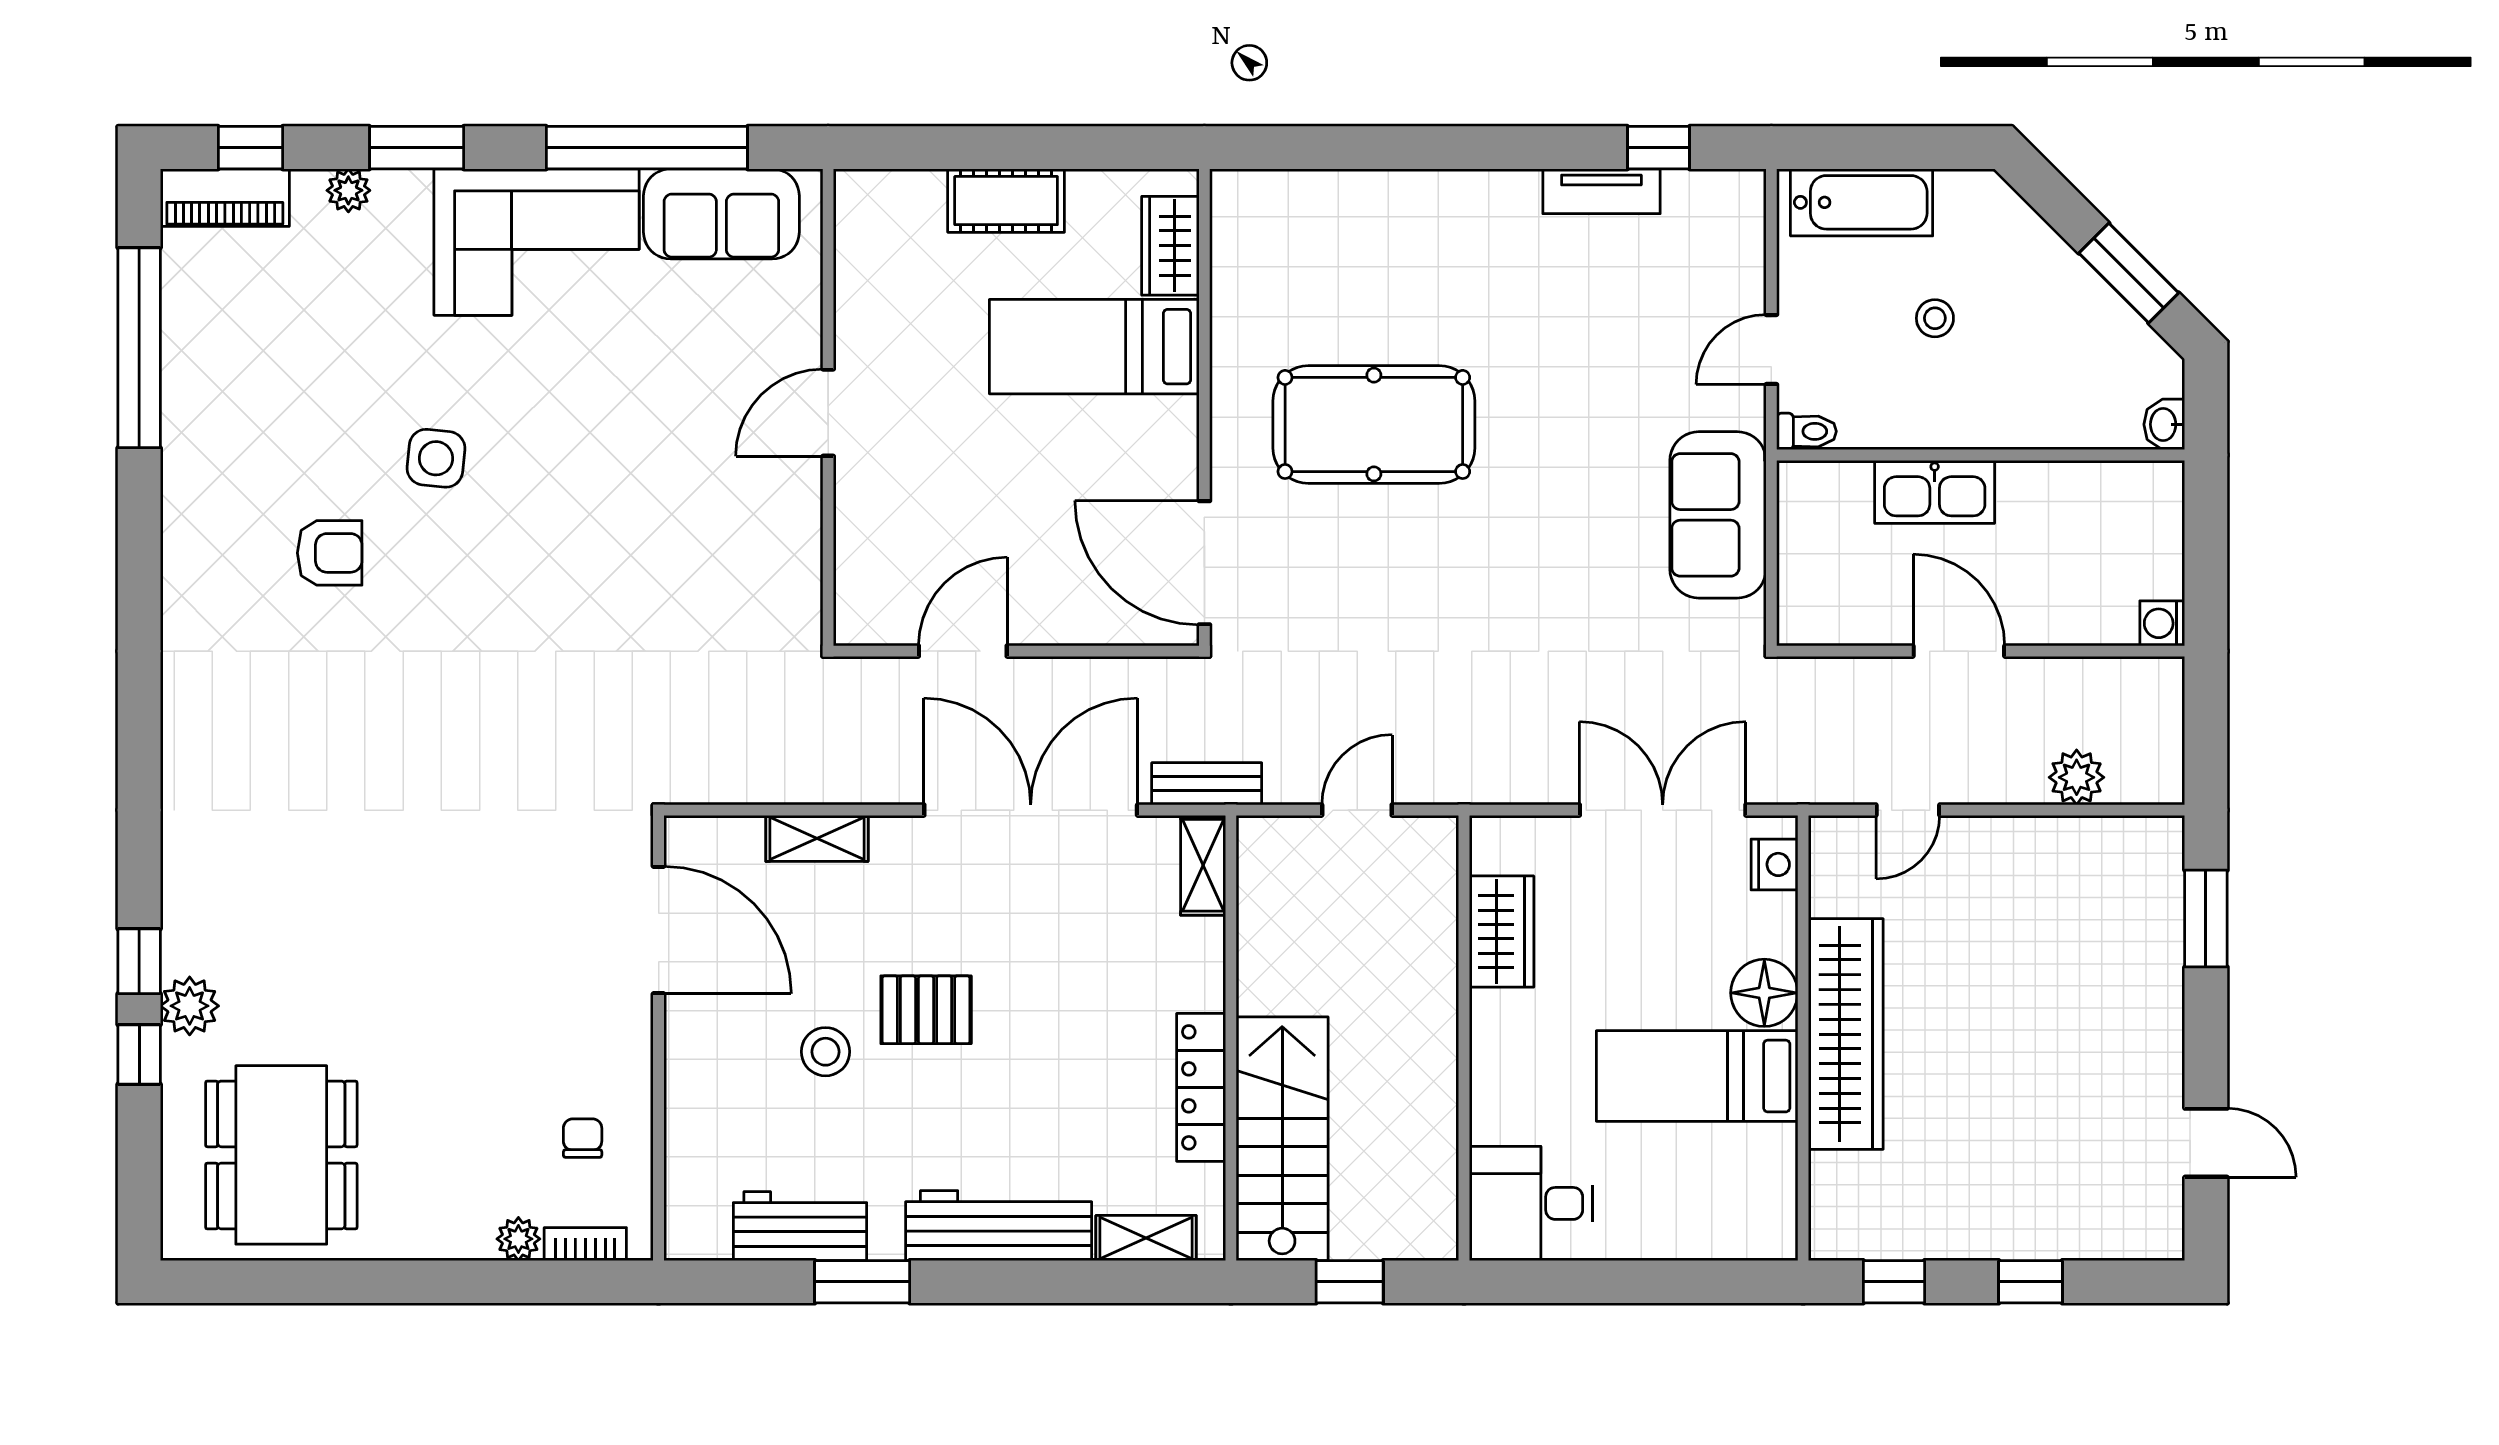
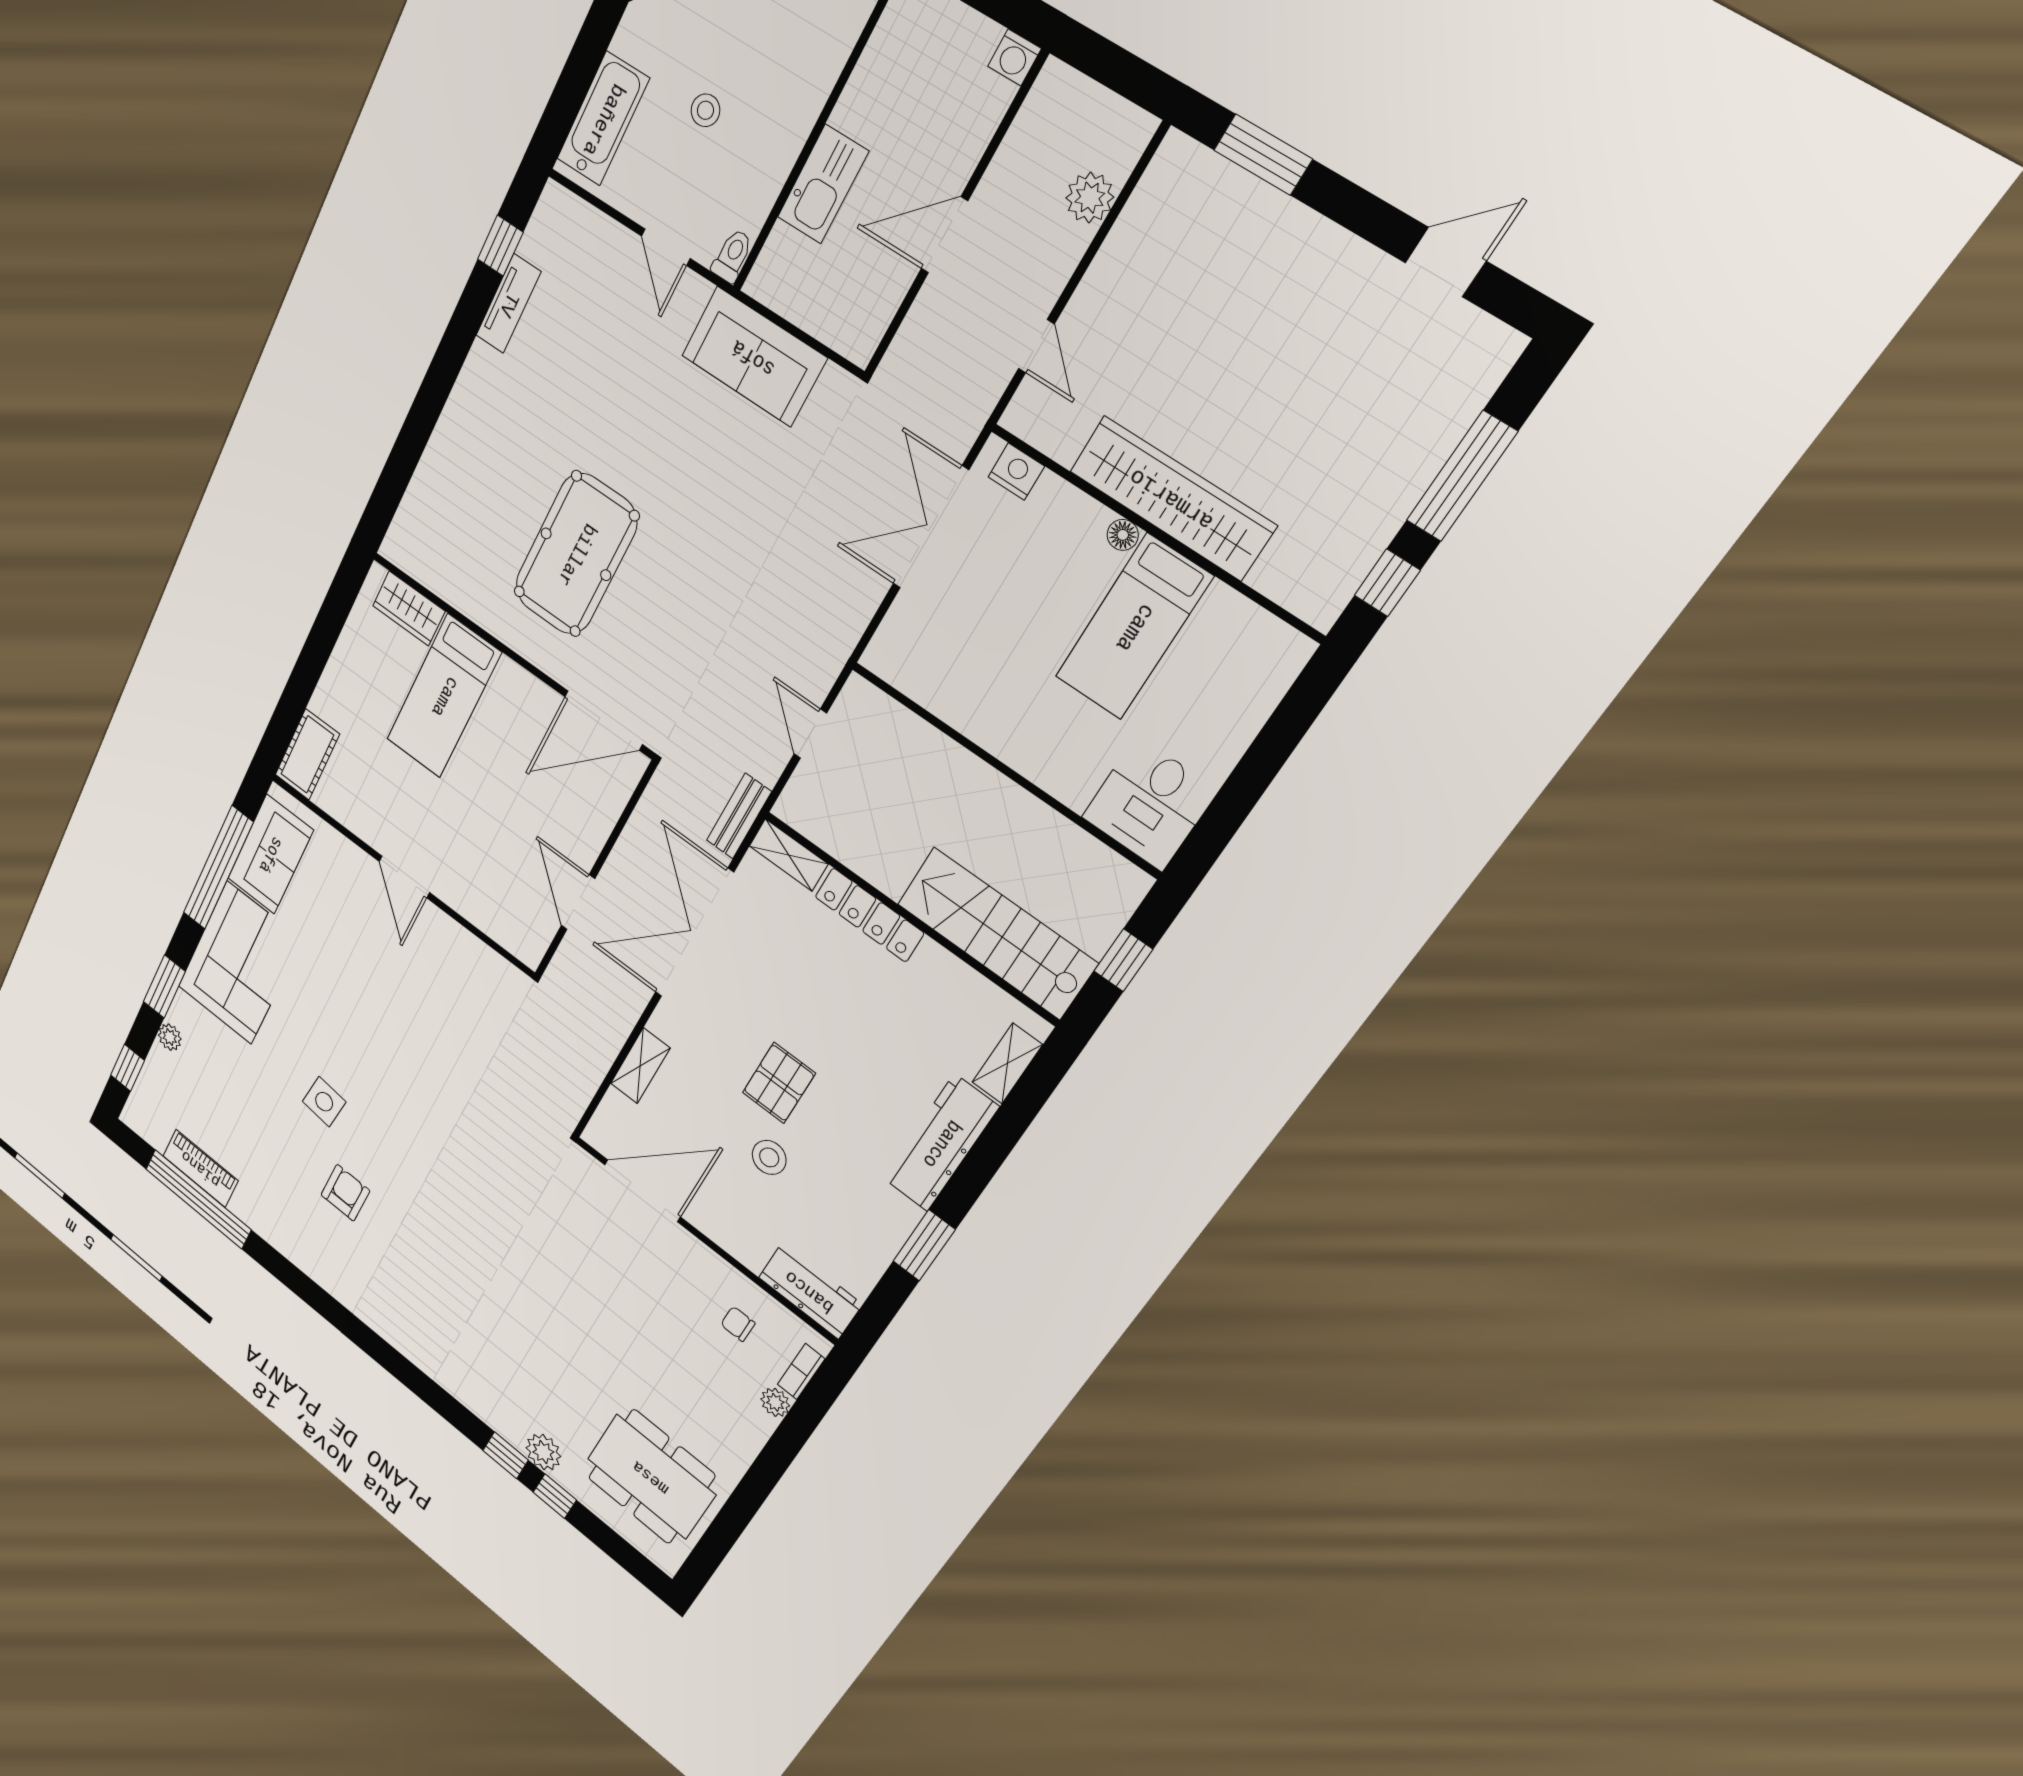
piano: (225, 198) -> (201, 1168), moved, turned -90
cot: (1006, 201) -> (307, 755), moved
wardrobe: (1502, 932) -> (947, 694), removed
floor lamp: (1764, 993) -> (1123, 535), width x0.53, depth x0.53
locker: (1201, 1087) -> (869, 915), moved
workbench: (800, 1226) -> (810, 1291), moved, turned 90
window: (2030, 1282) -> (1462, 476), width x2.17

